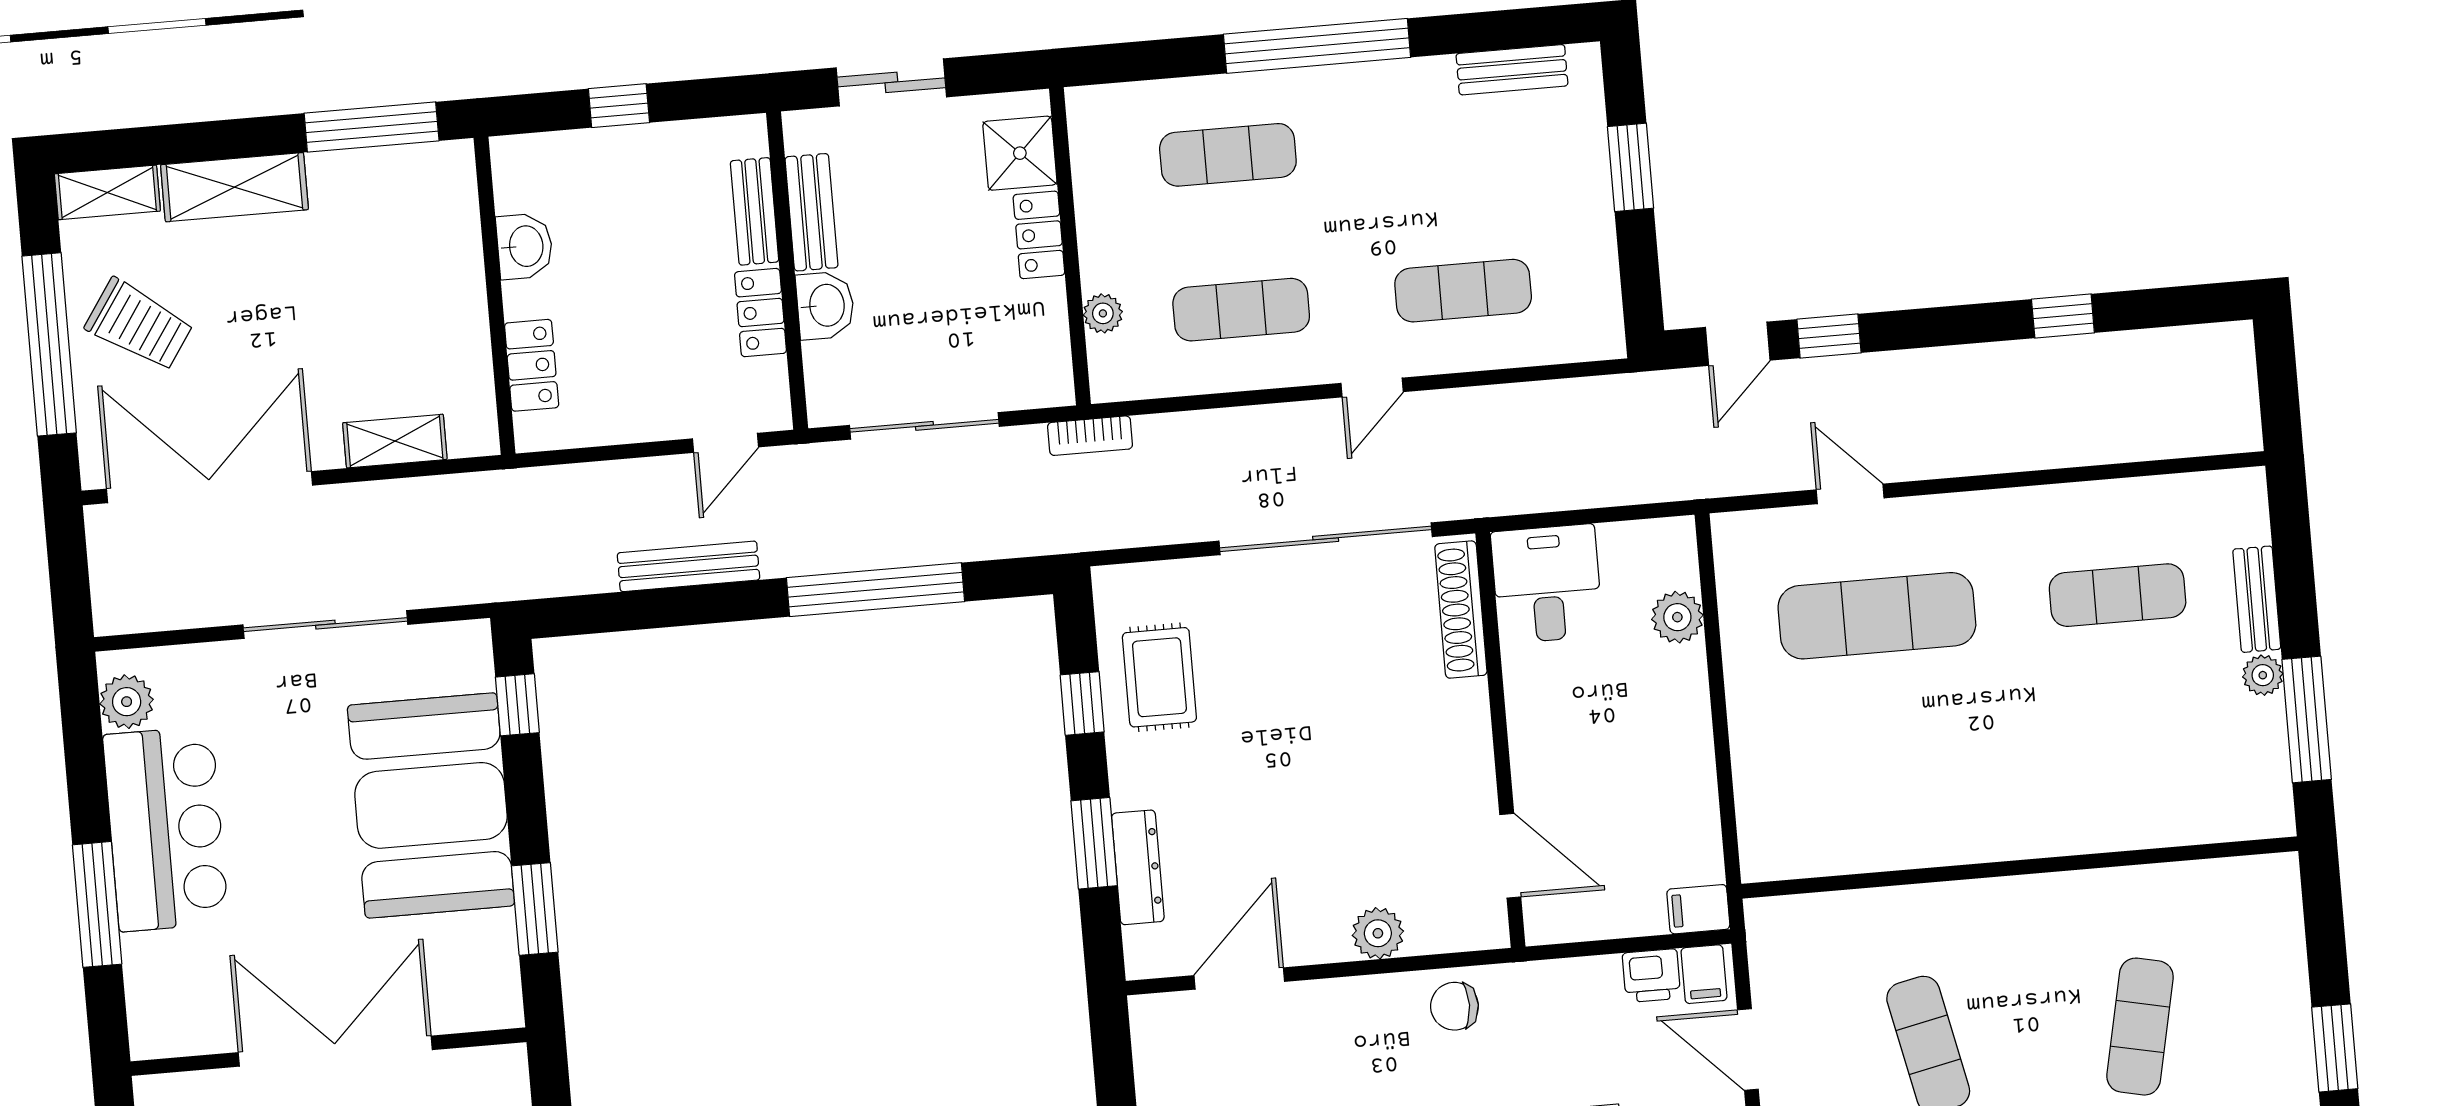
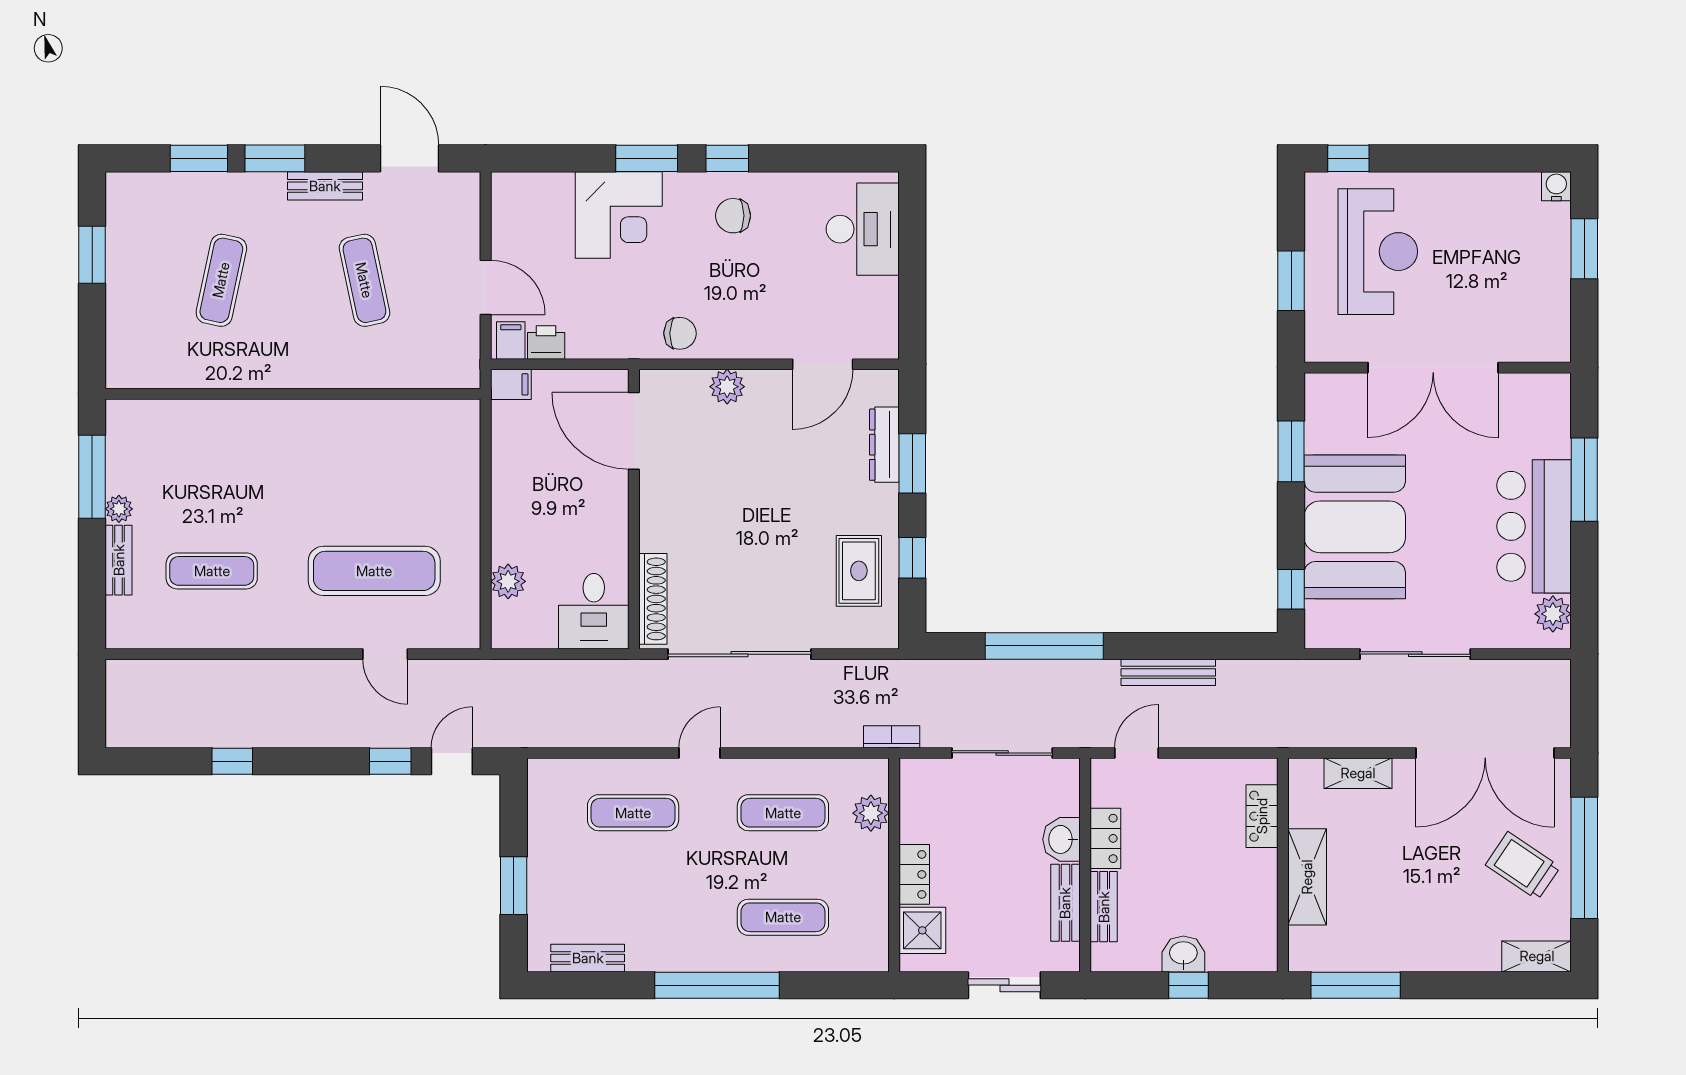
shelving: (234, 187) -> (1307, 877), moved, turned 90
washbasin: (525, 246) -> (1183, 954), moved, turned 90
plant: (1103, 313) -> (871, 813), width x1.38, depth x1.38
door: (1510, 856) -> (634, 431), width x1.36

